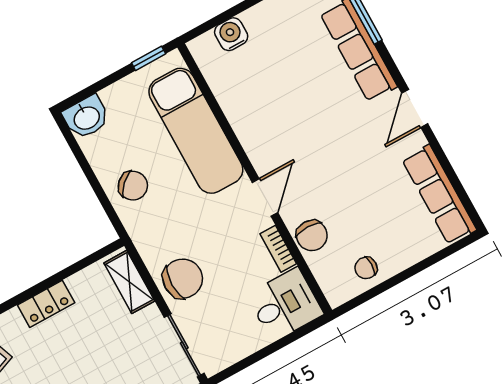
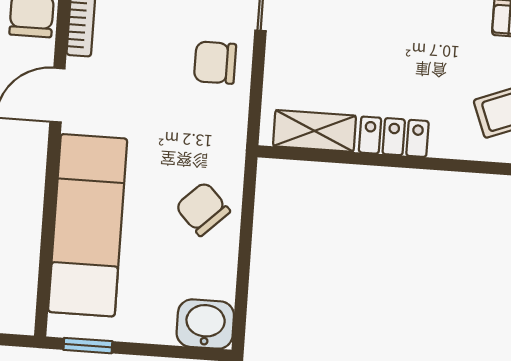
chair: (183, 279) -> (215, 63), width x0.73, depth x0.73
shelving: (129, 282) -> (315, 131), moved, turned 90

